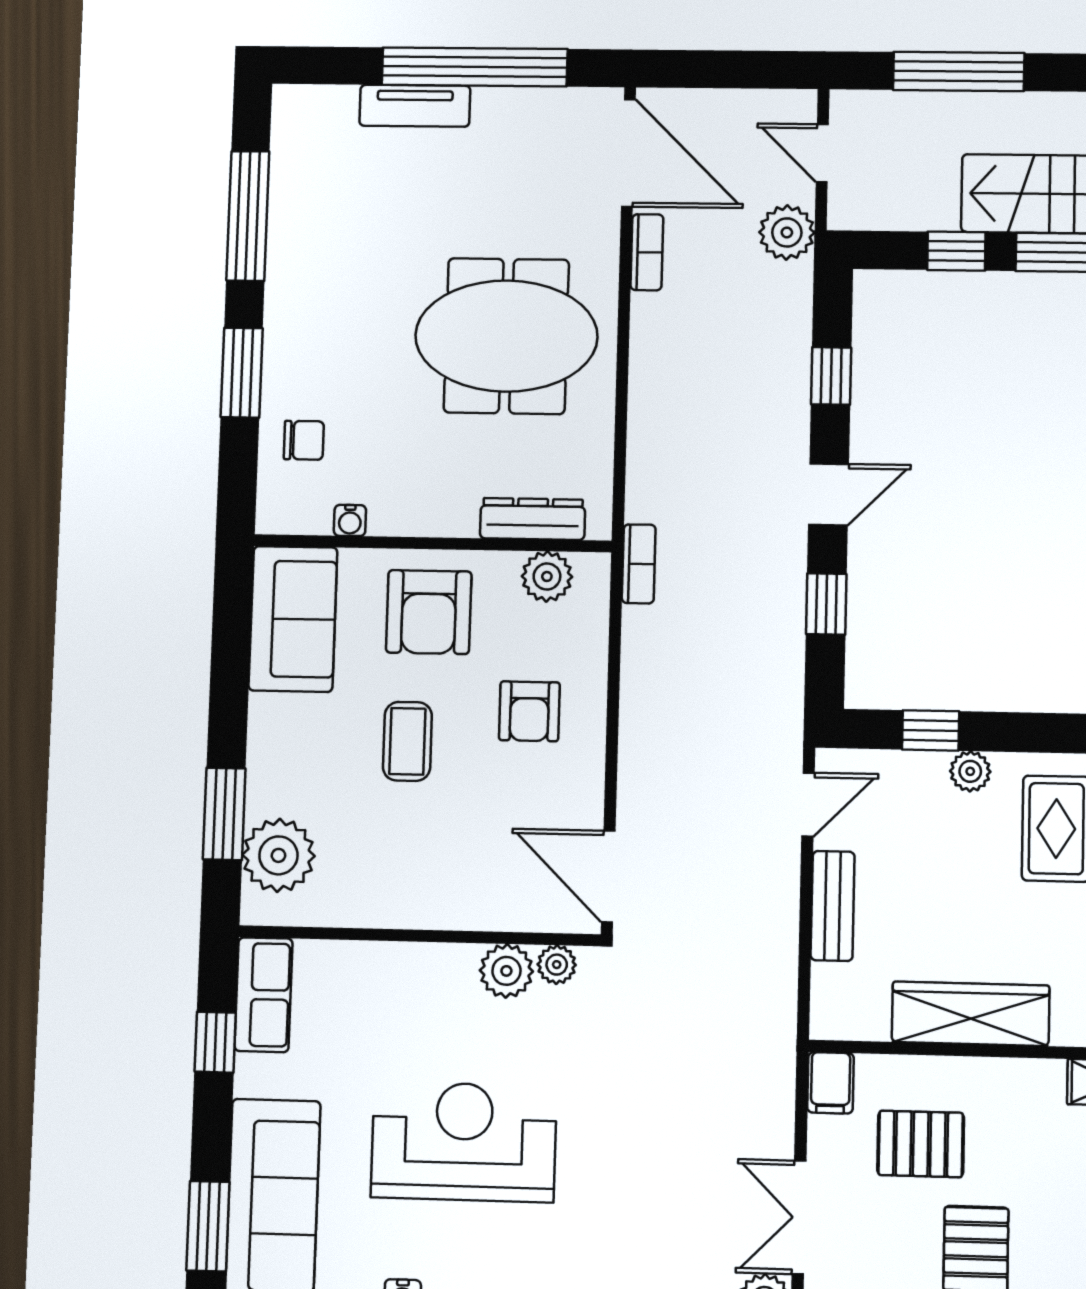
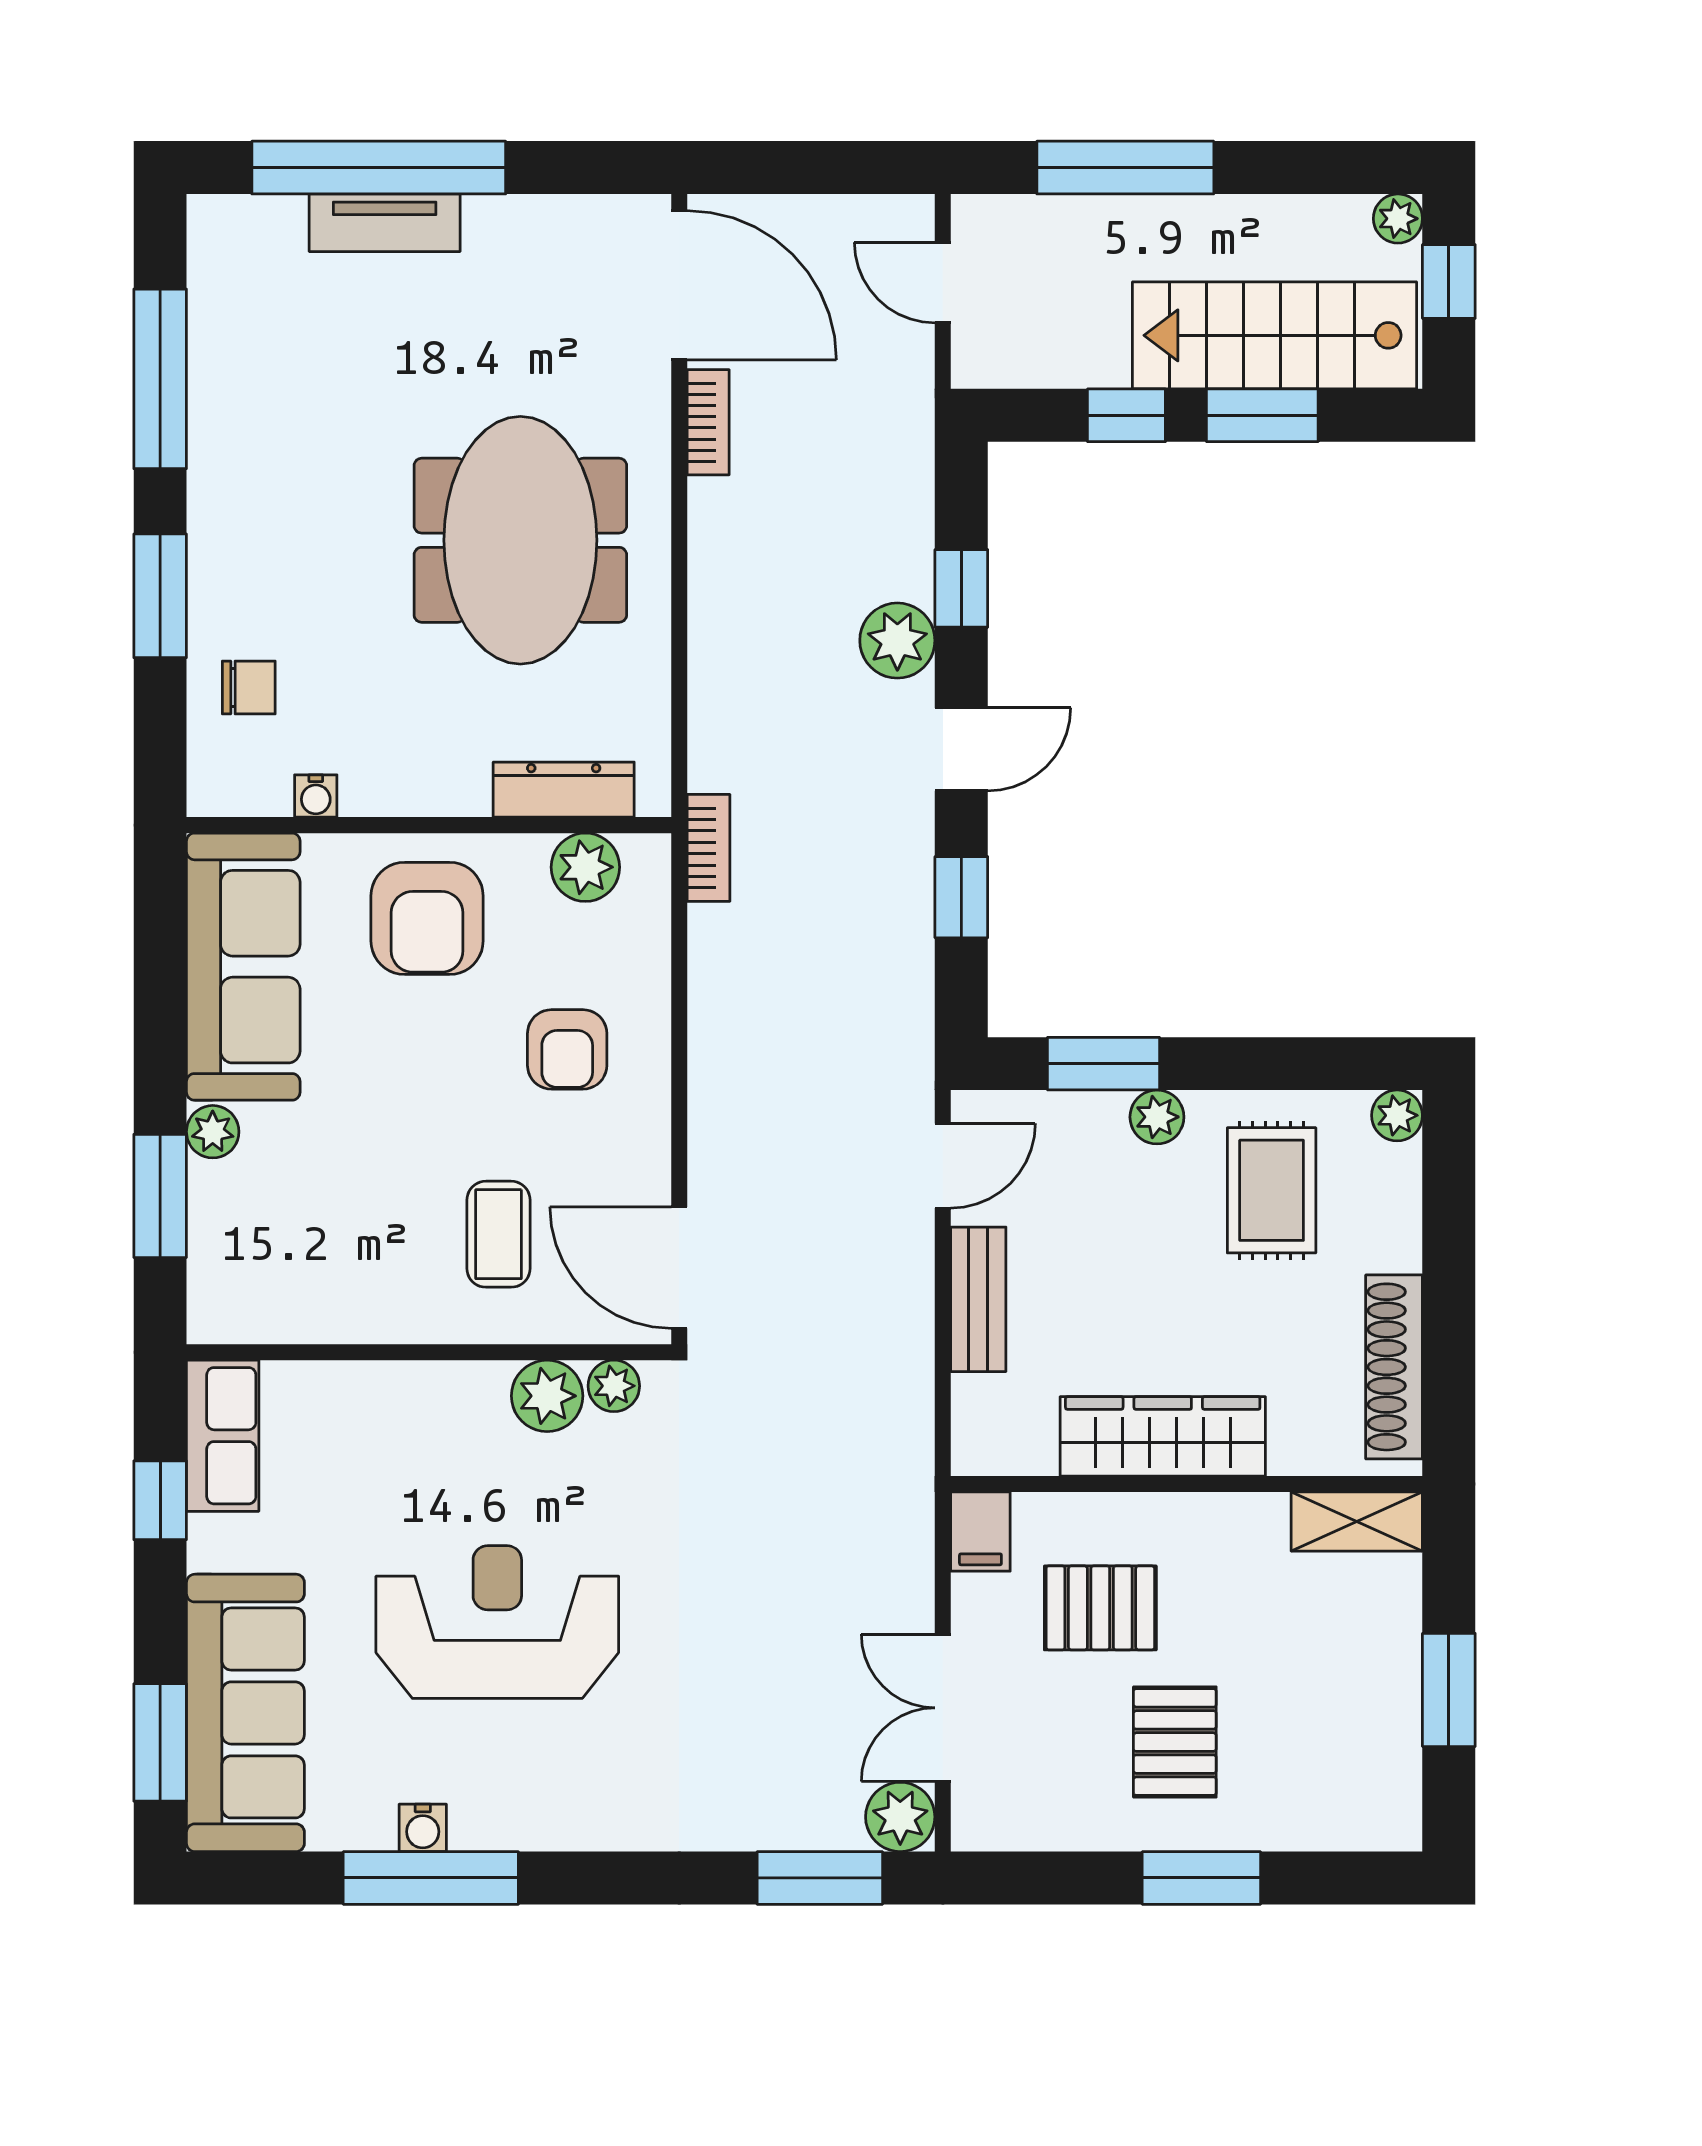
window: (475, 67) -> (379, 168), moved
plant: (787, 232) -> (897, 641), moved
meeting table: (506, 336) -> (520, 540), turned 90
sofa: (293, 619) -> (243, 967), width x1.36
window: (931, 730) -> (1104, 1064), width x1.50
coffee table: (407, 741) -> (498, 1234), moved
plant: (278, 855) -> (213, 1132), moved, width x0.53, depth x0.53

